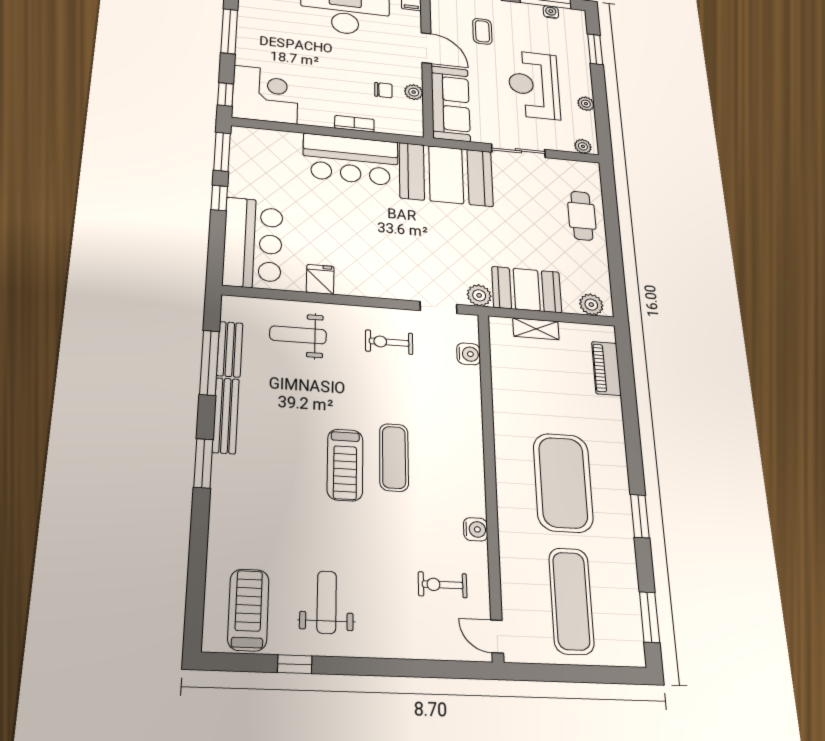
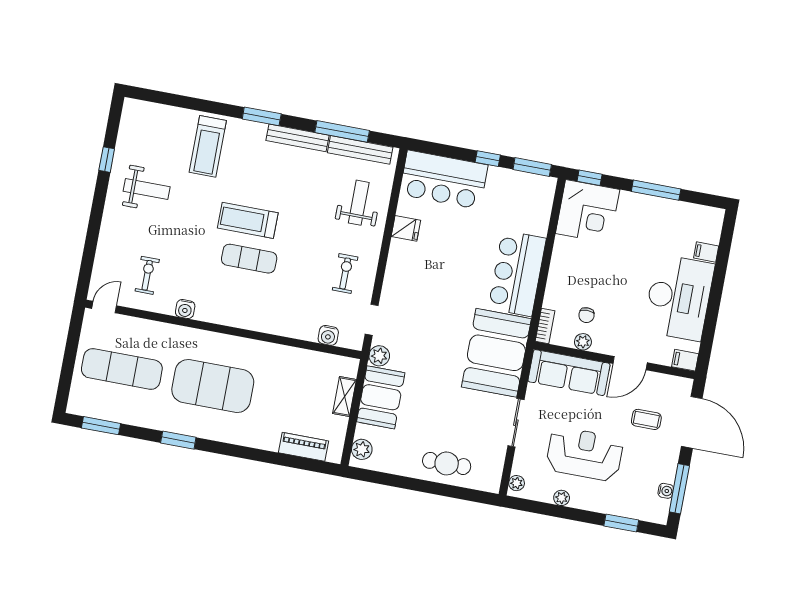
bookcase: (354, 124) -> (545, 326), moved
bench: (230, 349) -> (360, 150), width x1.36
treadmill: (248, 610) -> (208, 146), moved, turned 90

